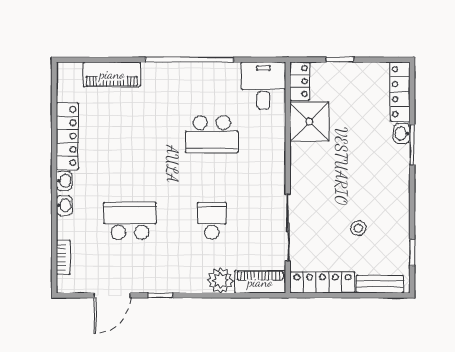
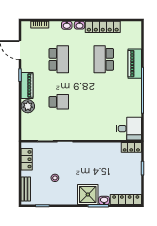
piano: (112, 74) -> (135, 64), moved
shower: (309, 122) -> (88, 195), moved
school desk: (212, 134) -> (104, 59), moved
piano: (260, 282) -> (27, 86), moved
locker: (322, 283) -> (27, 159), width x0.66

